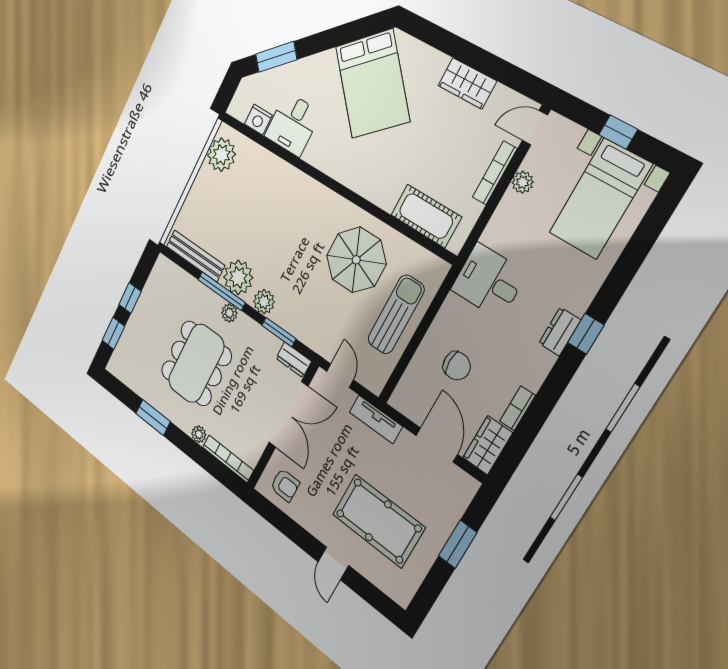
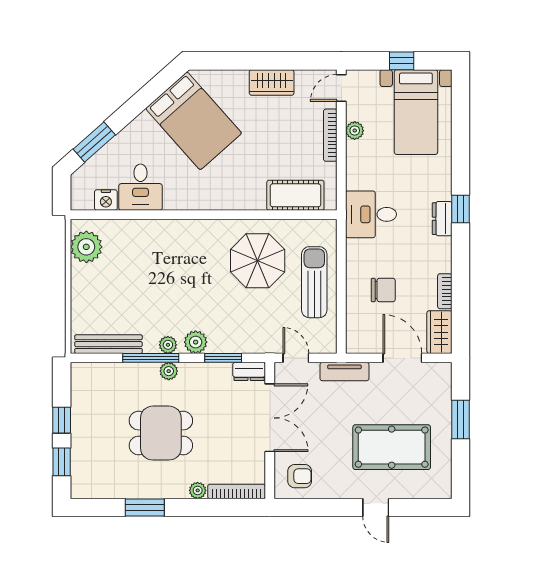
plant: (238, 277) -> (168, 345), width x0.53, depth x0.53
dining table: (196, 363) -> (161, 433), width x0.73

